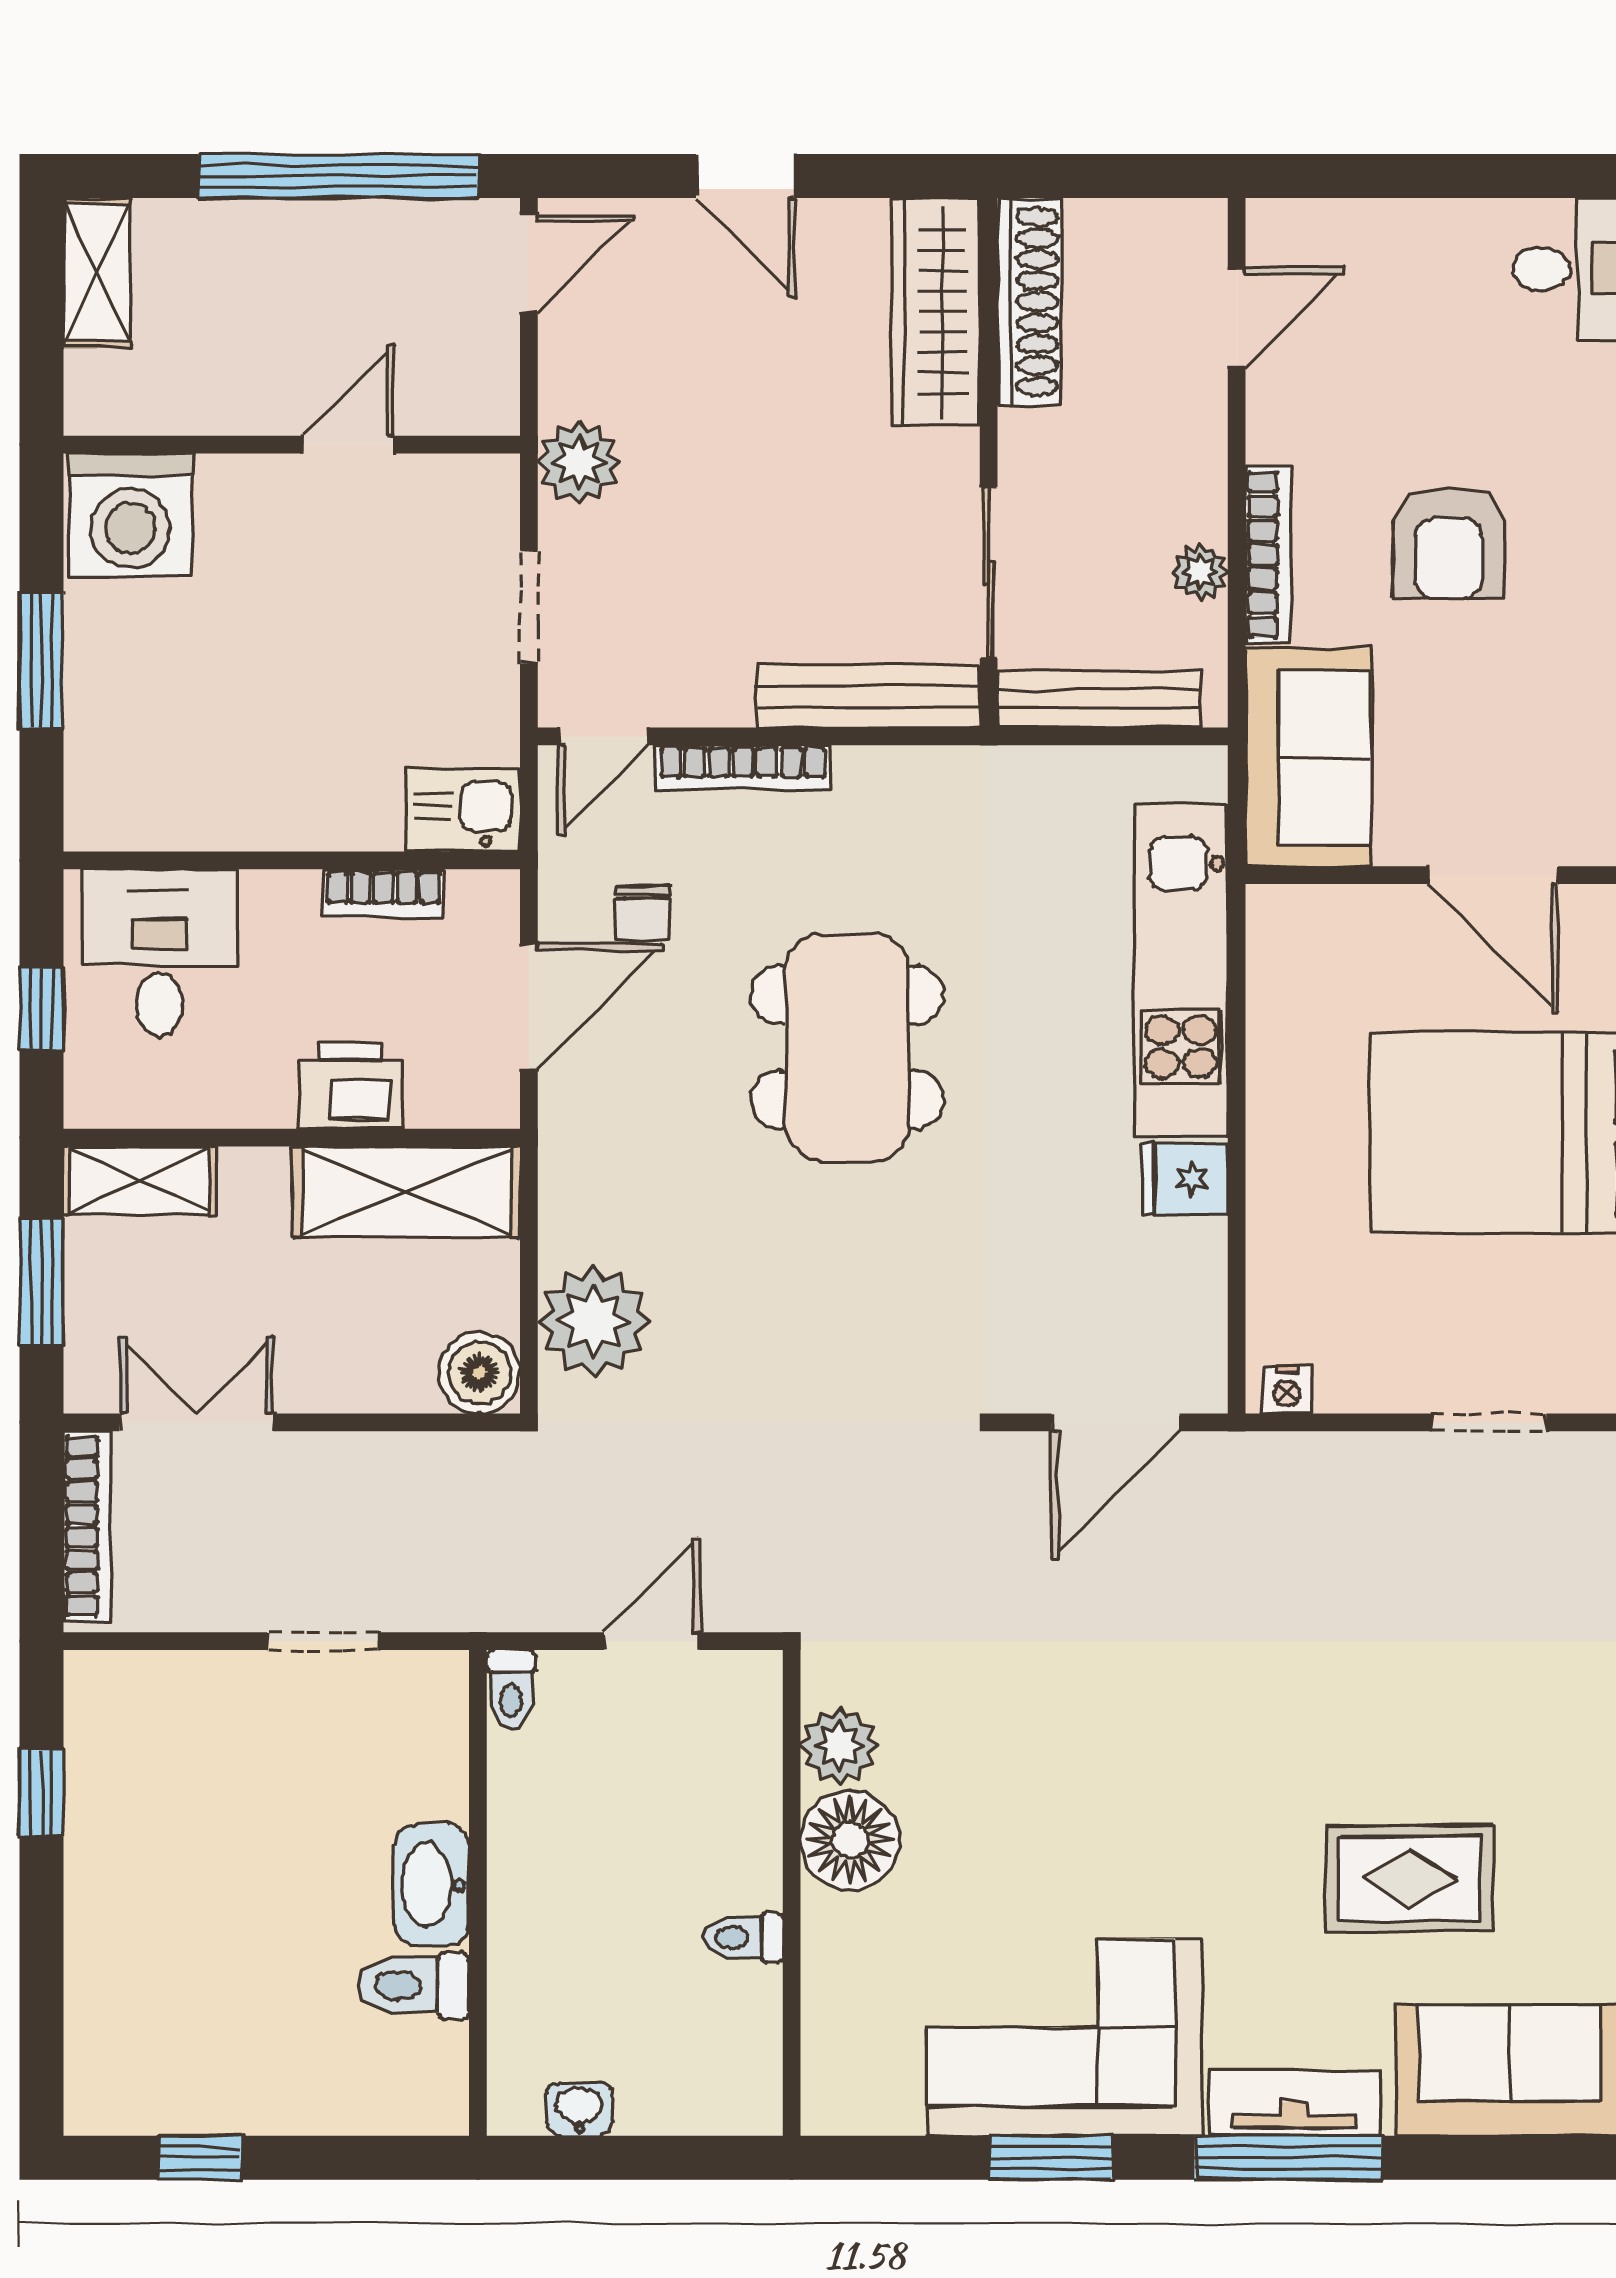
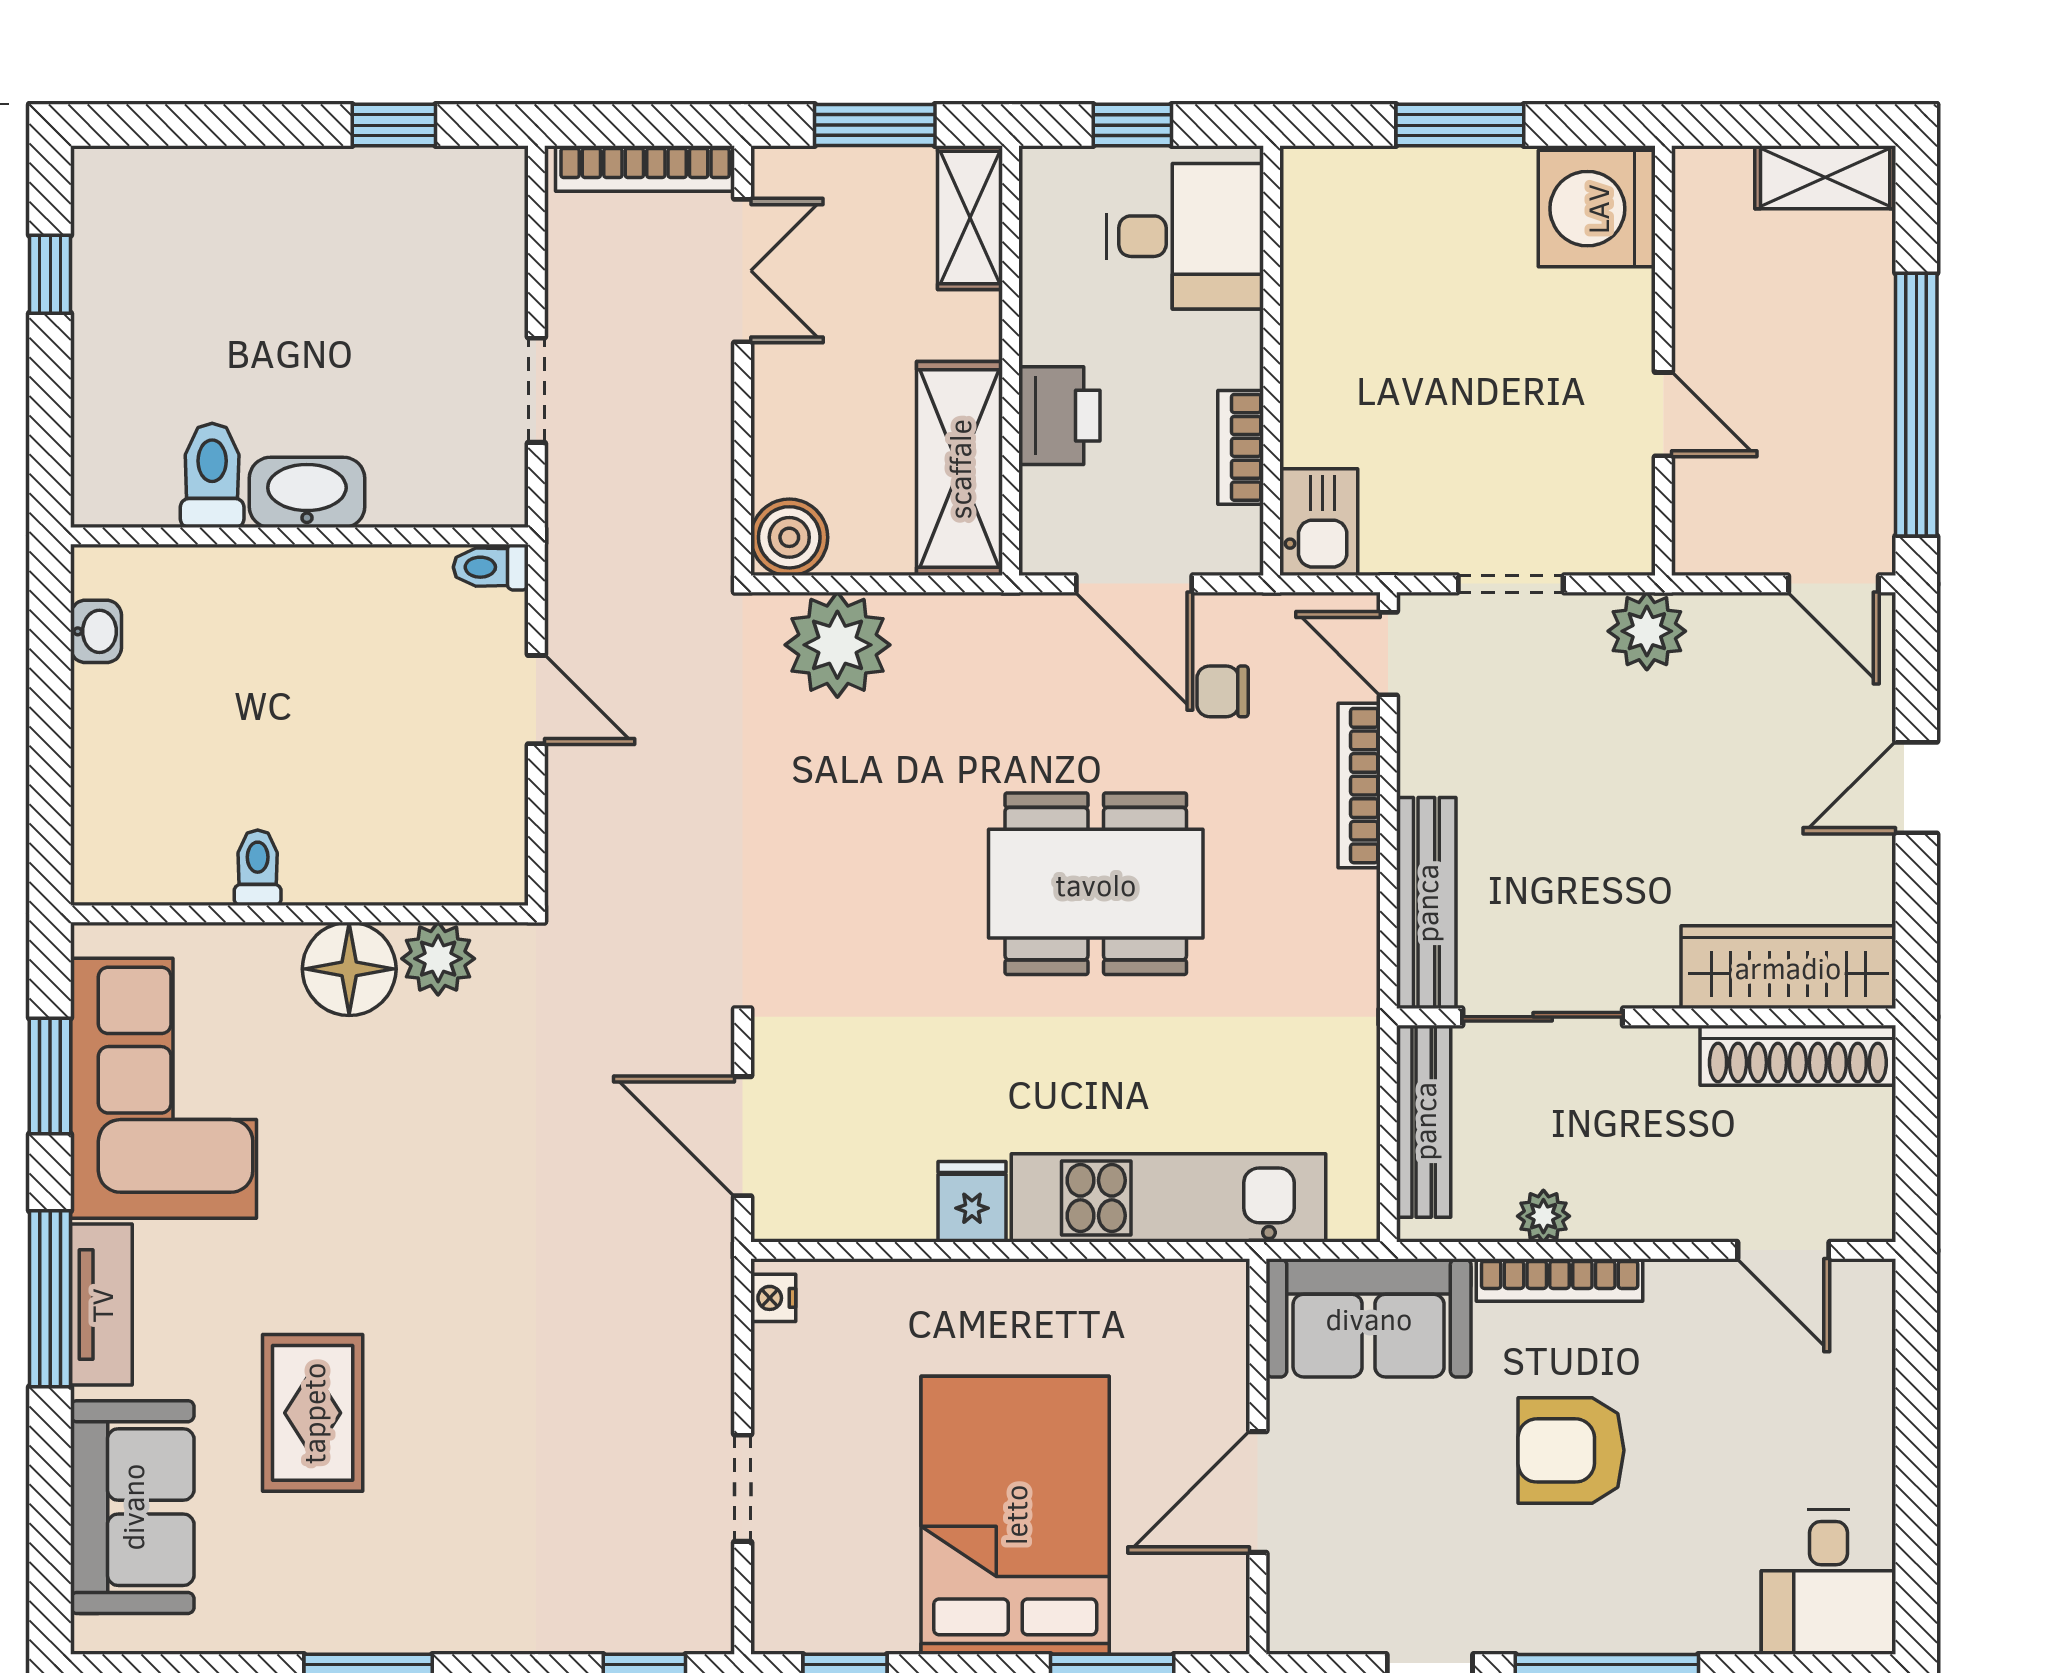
plant: (839, 1746) -> (438, 959), moved
floor lamp: (850, 1840) -> (349, 969), moved
wall: (792, 1893) -> (299, 914), moved
toilet: (743, 1937) -> (258, 868), moved

